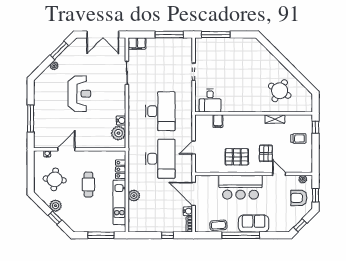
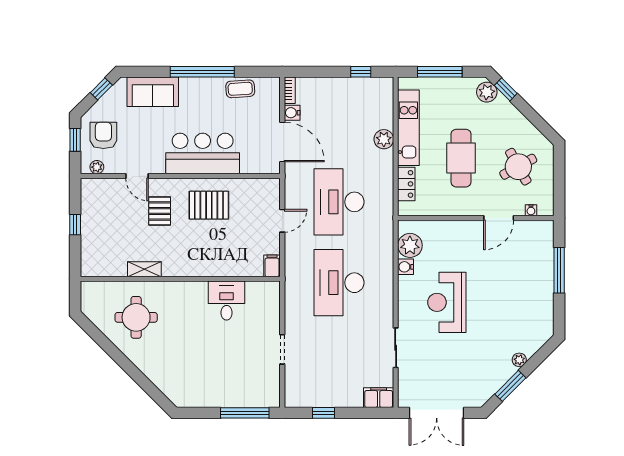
double door: (103, 35) -> (437, 413), swing flipped
window: (169, 35) -> (324, 413), width x0.46
round table: (280, 91) -> (136, 317), turned -30
reception desk: (79, 94) -> (447, 302), moved
desk: (210, 101) -> (227, 301), moved
filing cabinet: (218, 121) -> (272, 266), moved
window: (316, 127) -> (75, 225), moved
trolley: (298, 138) -> (104, 236), removed
round table: (55, 179) -> (518, 167), turned -35
cafe table: (88, 185) -> (461, 158), width x1.37, depth x1.35
armchair: (299, 198) -> (103, 135), turned -90
plant: (56, 206) -> (487, 92), moved
window: (55, 218) -> (506, 89), moved
sofa: (254, 224) -> (153, 92), moved
window: (168, 235) -> (361, 72), moved

